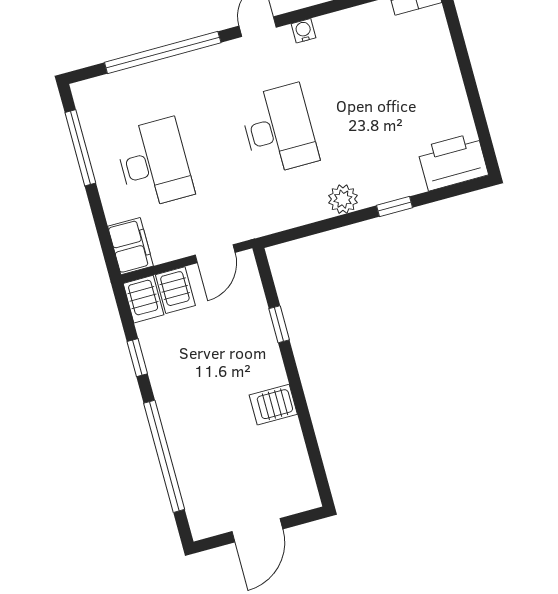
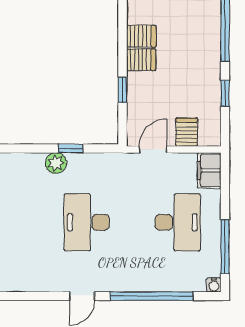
water cooler: (304, 31) -> (214, 285), moved
desk: (154, 163) -> (178, 222), turned 180
window: (394, 207) -> (71, 148), moved
server rack: (144, 299) -> (141, 60), moved, turned 90

